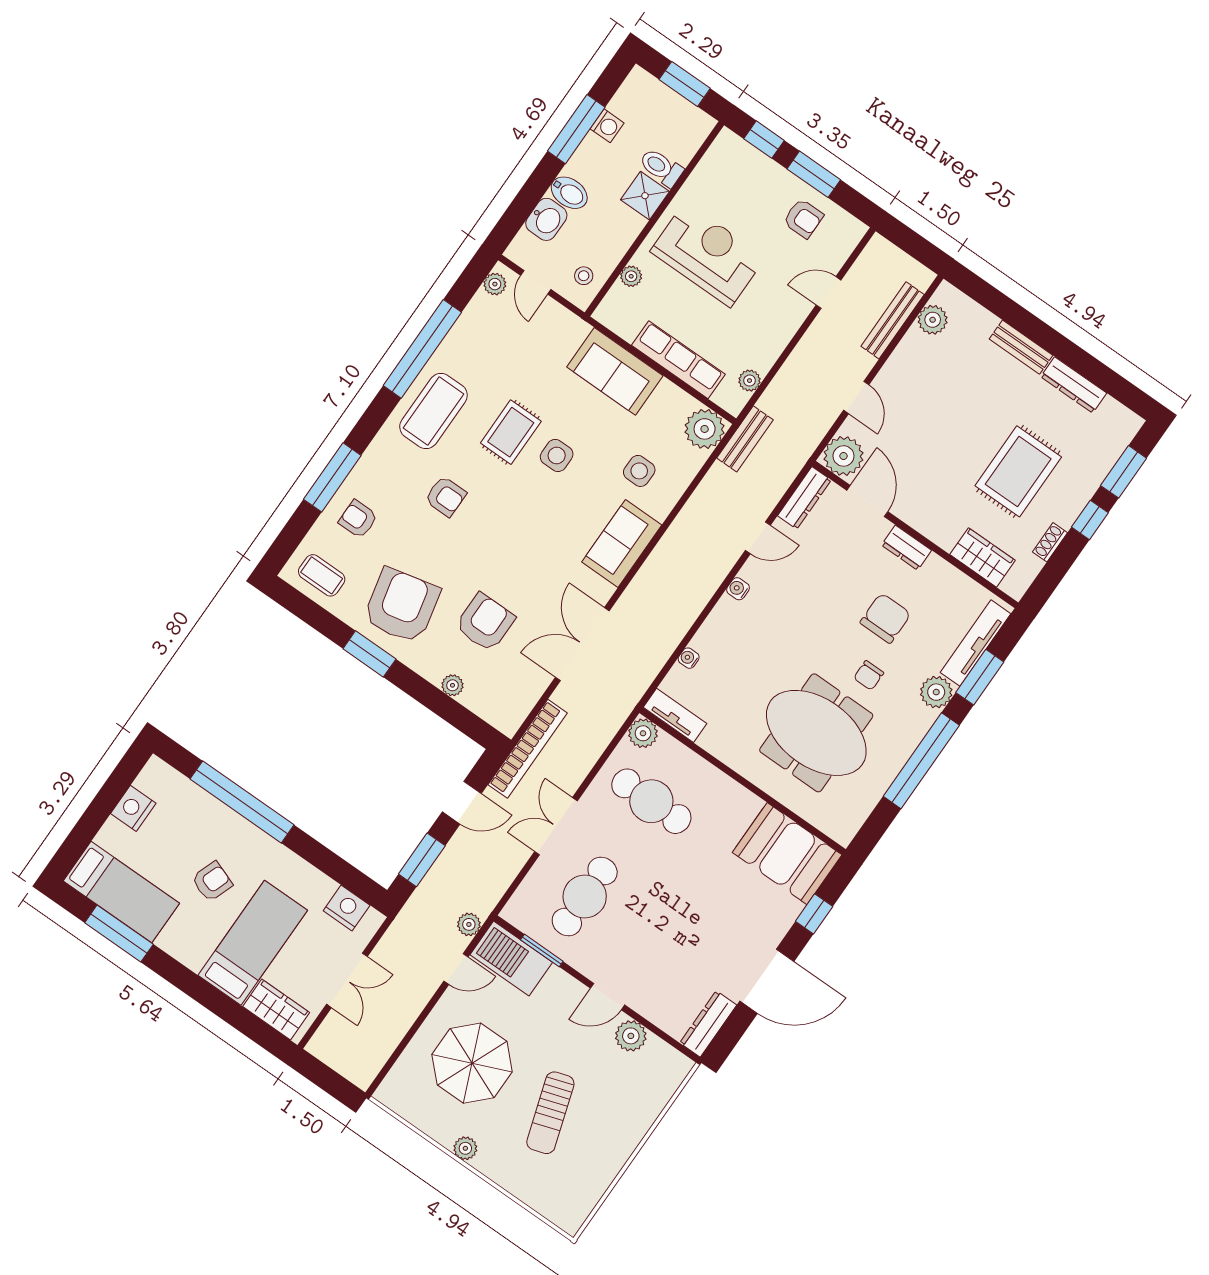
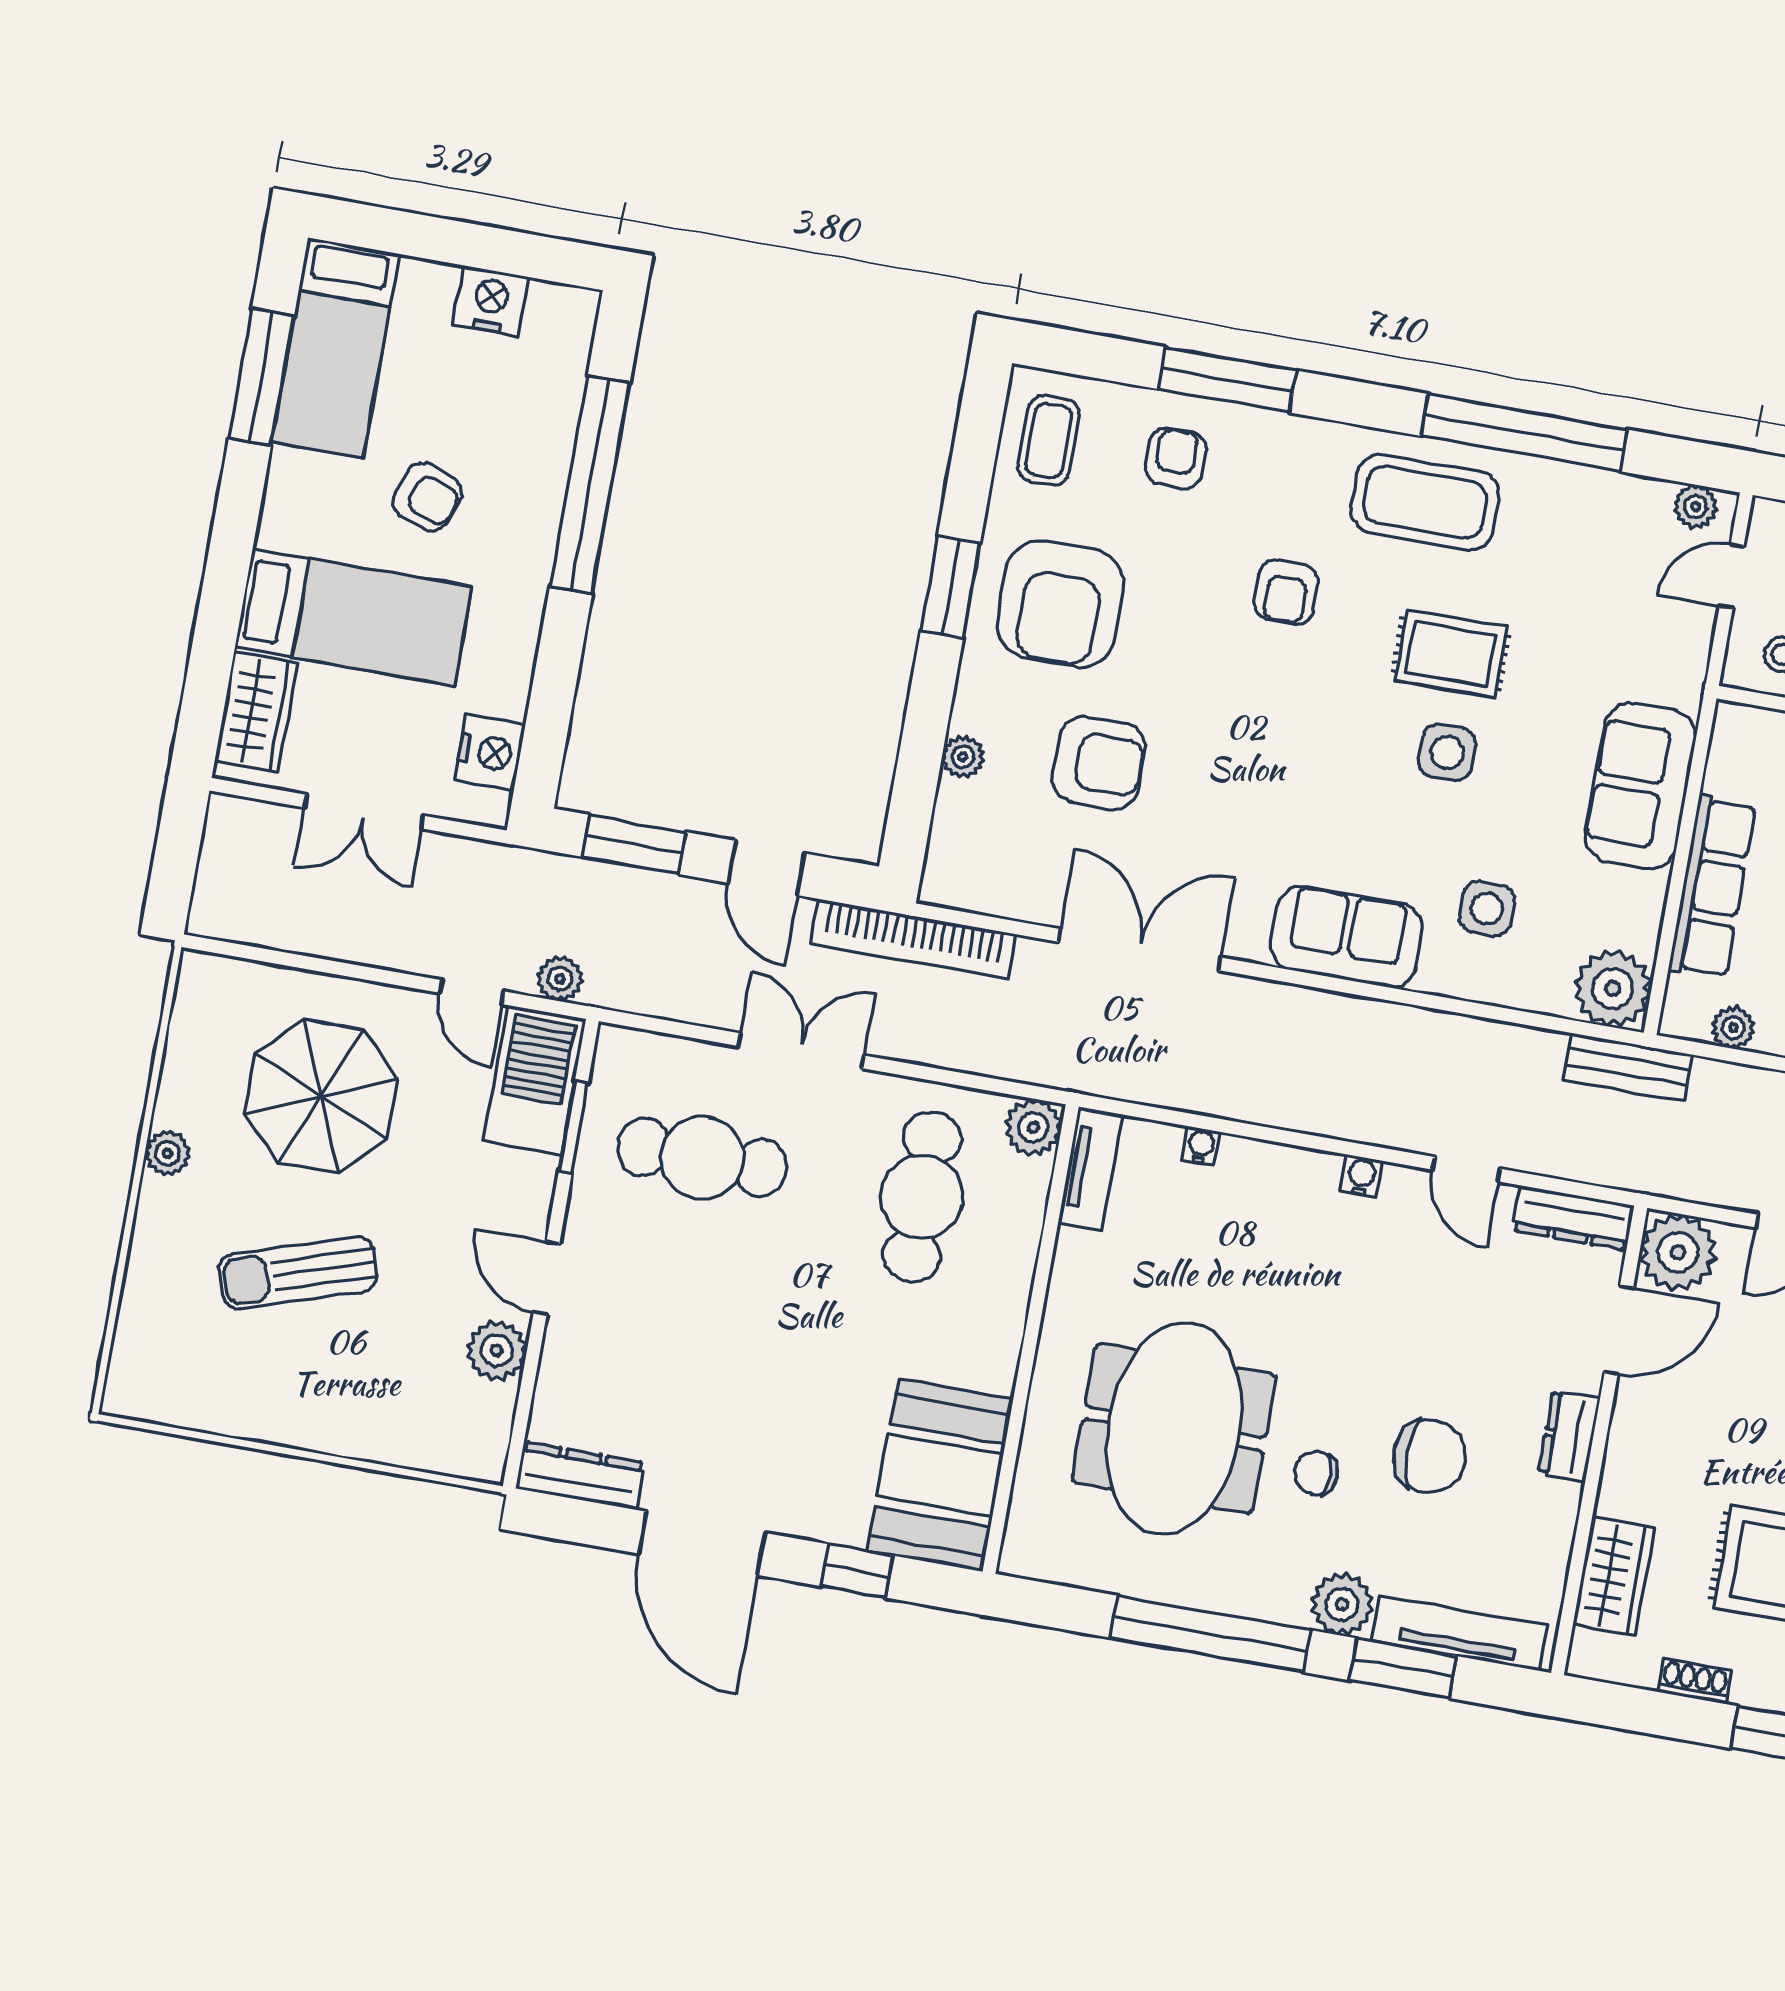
armchair: (402, 606) -> (1060, 604), turned 103

